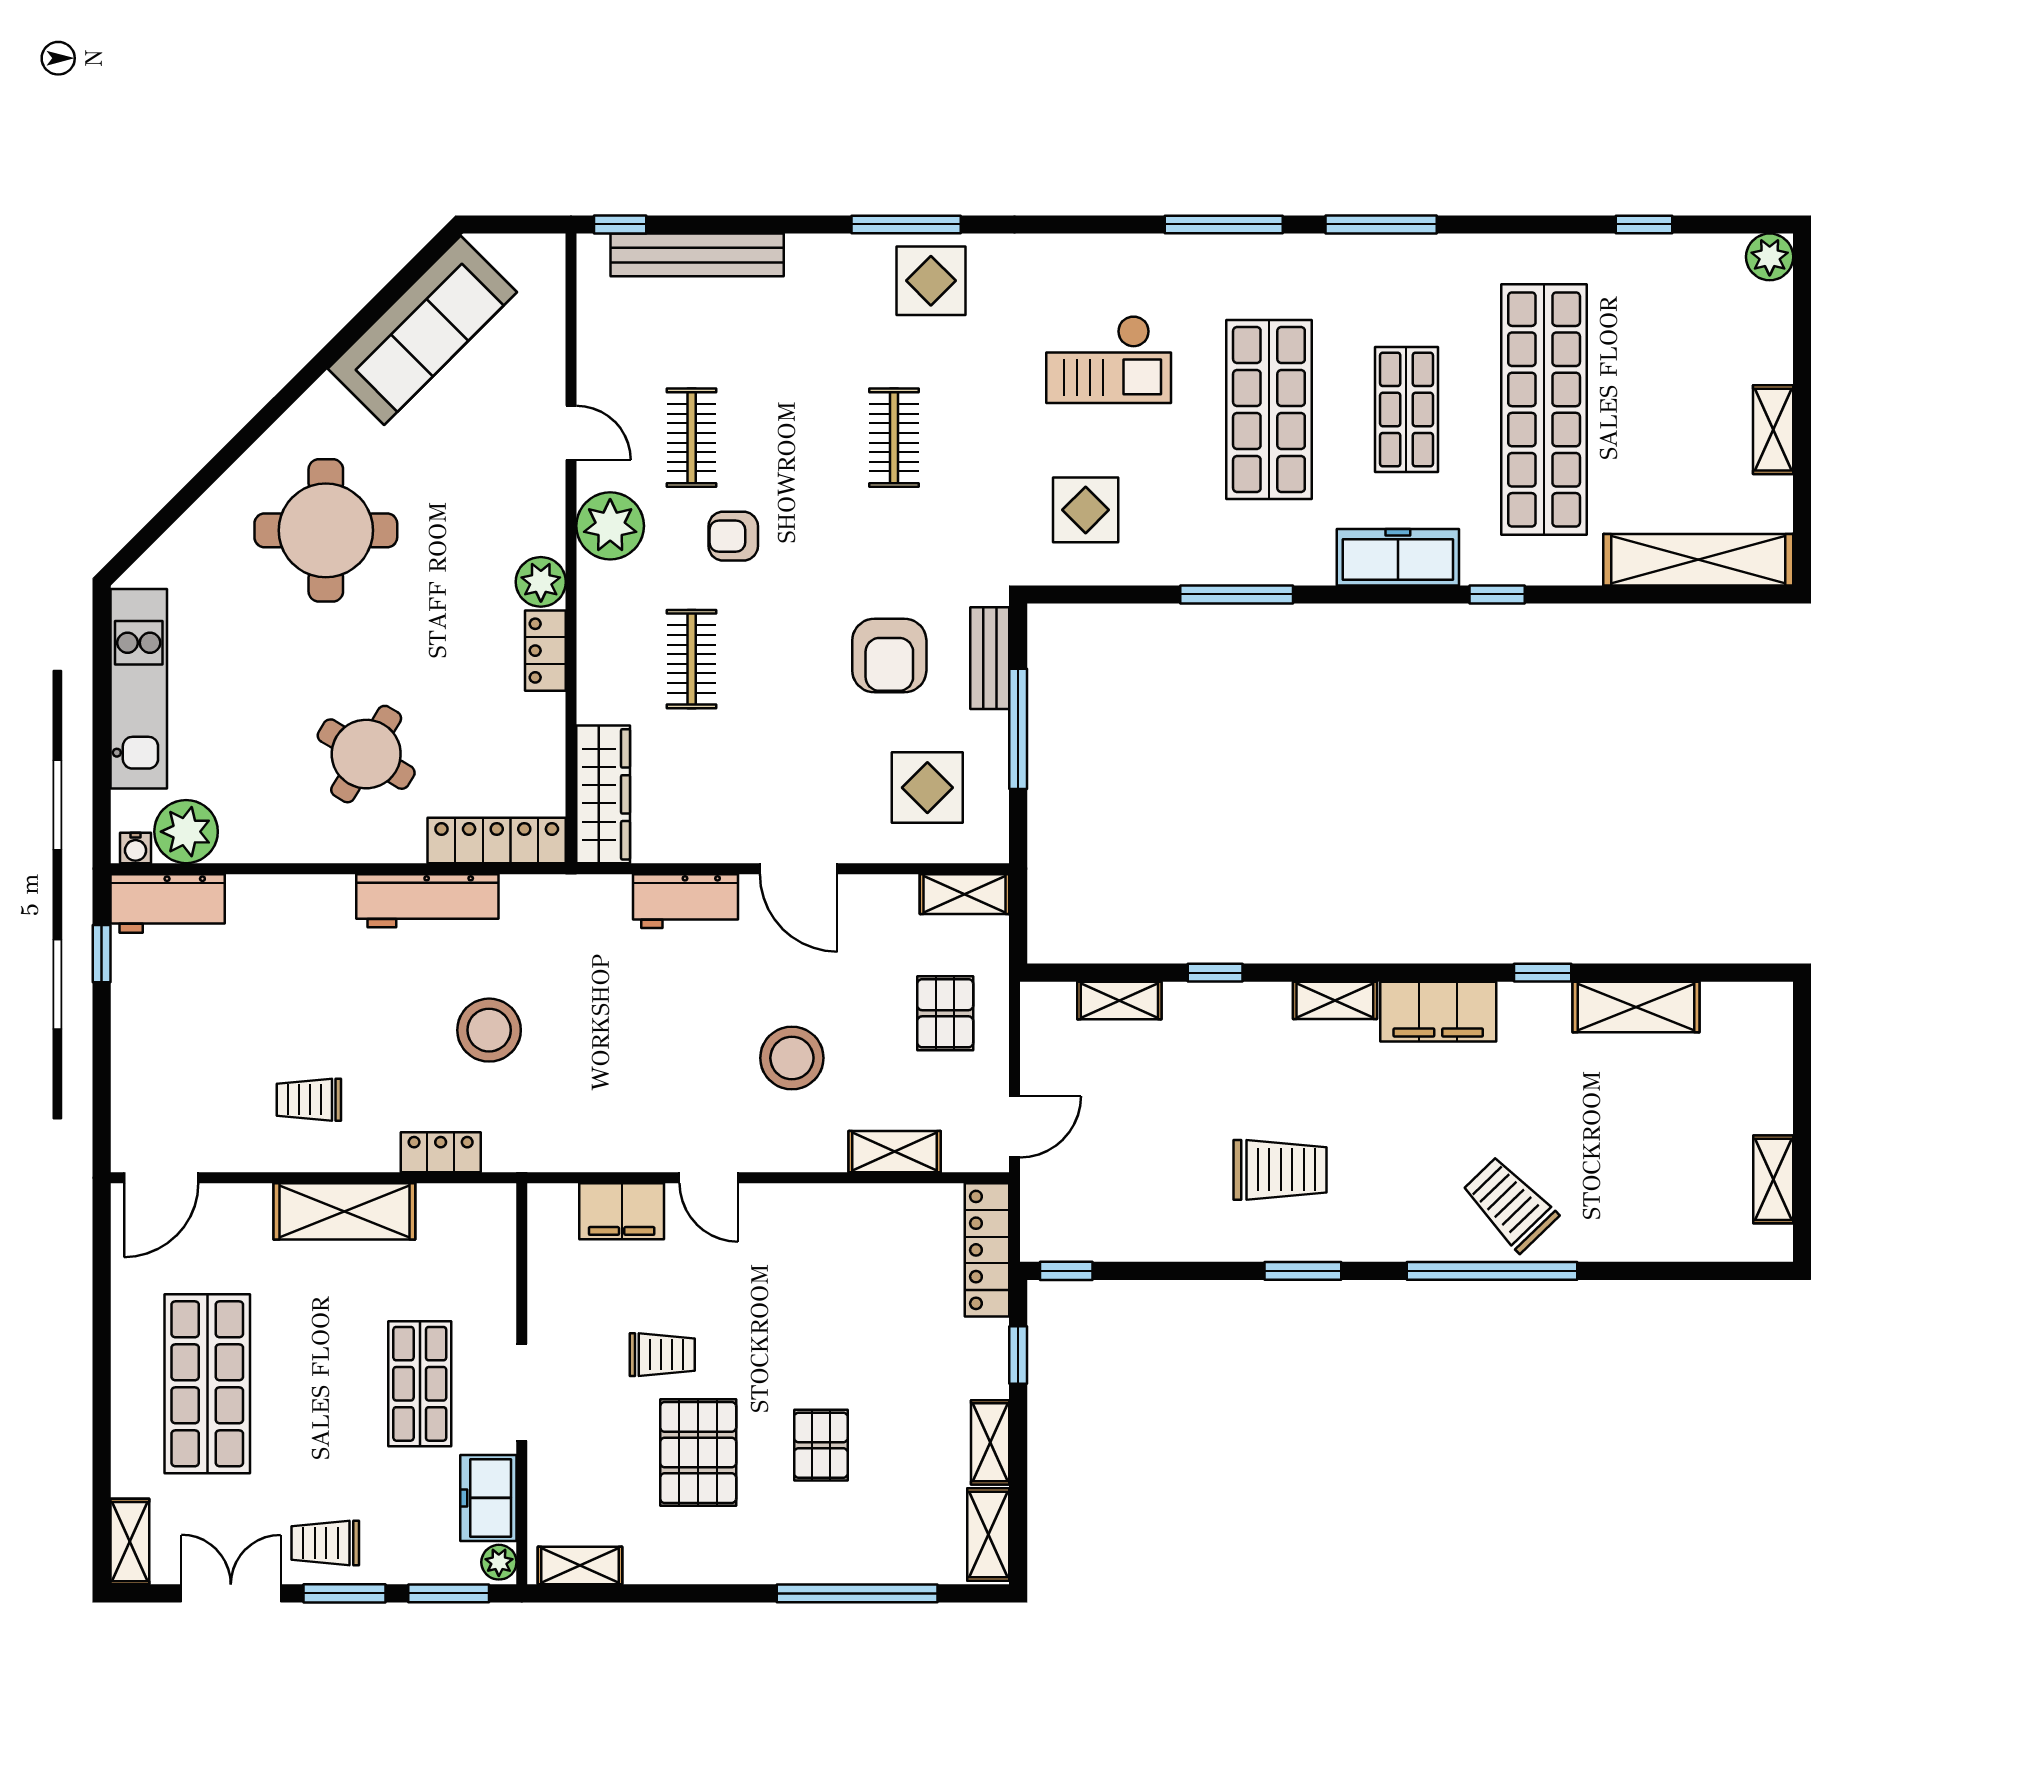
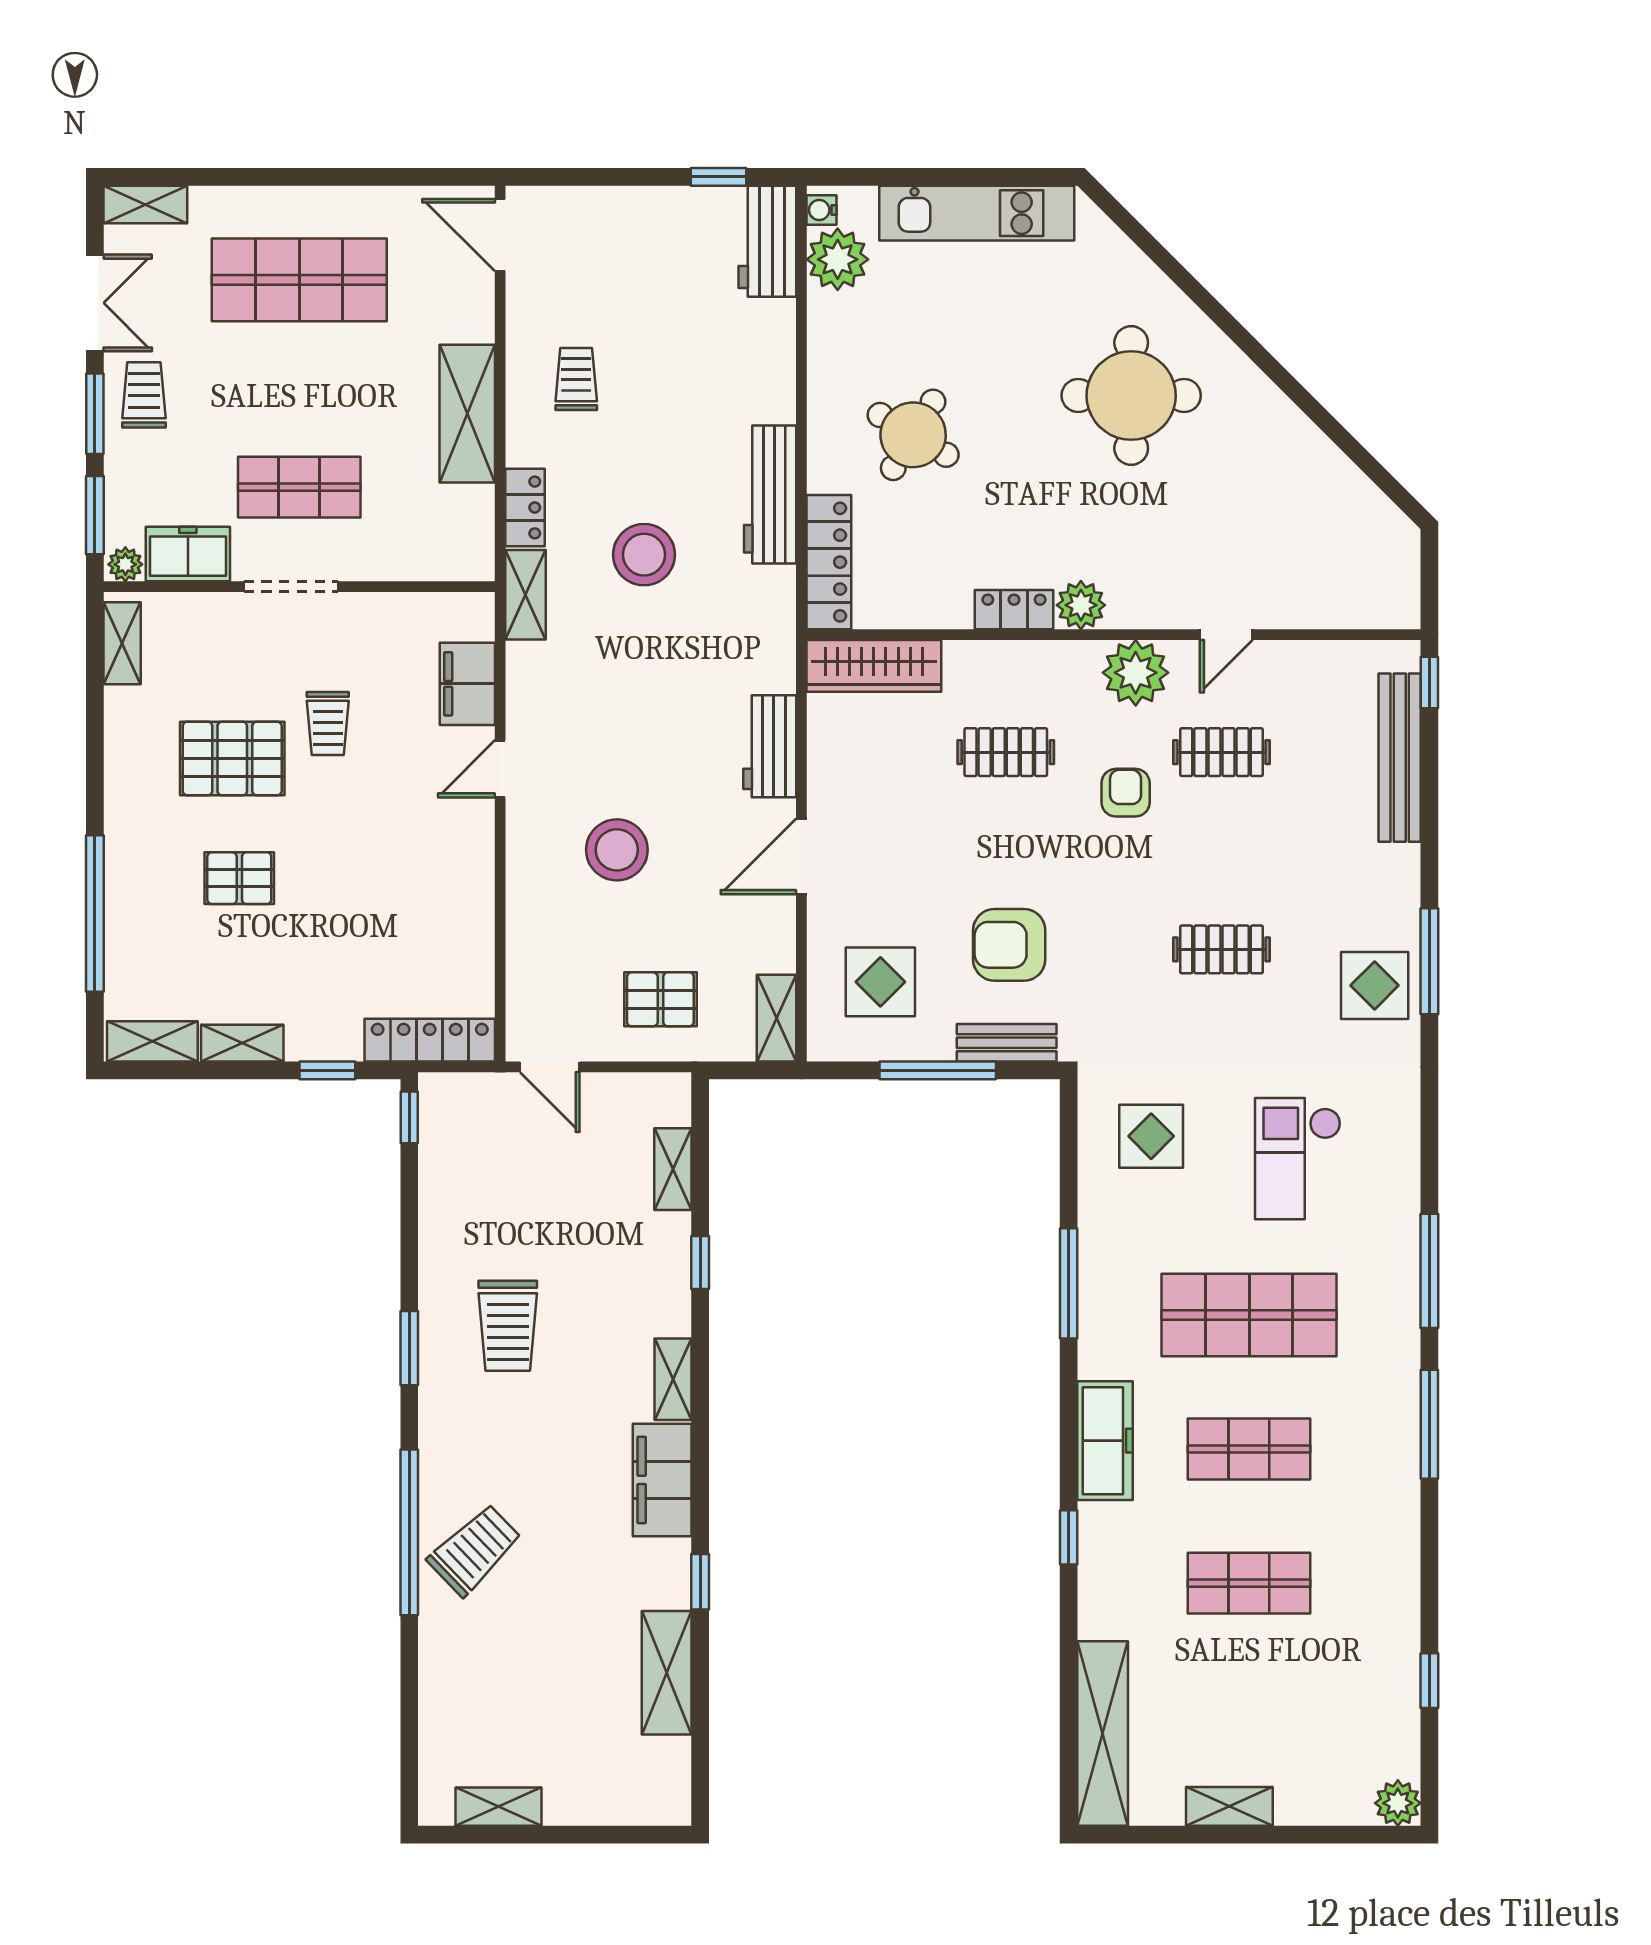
sofa: (422, 330) -> (1326, 490), removed
shop shelf: (1544, 409) -> (1249, 1583), width x0.50, depth x0.74
shelving: (895, 1152) -> (526, 595), moved

